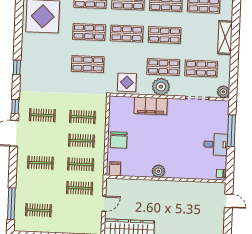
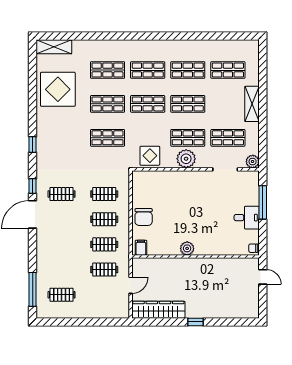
filing cabinet: (151, 106) -> (176, 180), removed
clothes rail: (40, 163) -> (62, 244), removed

